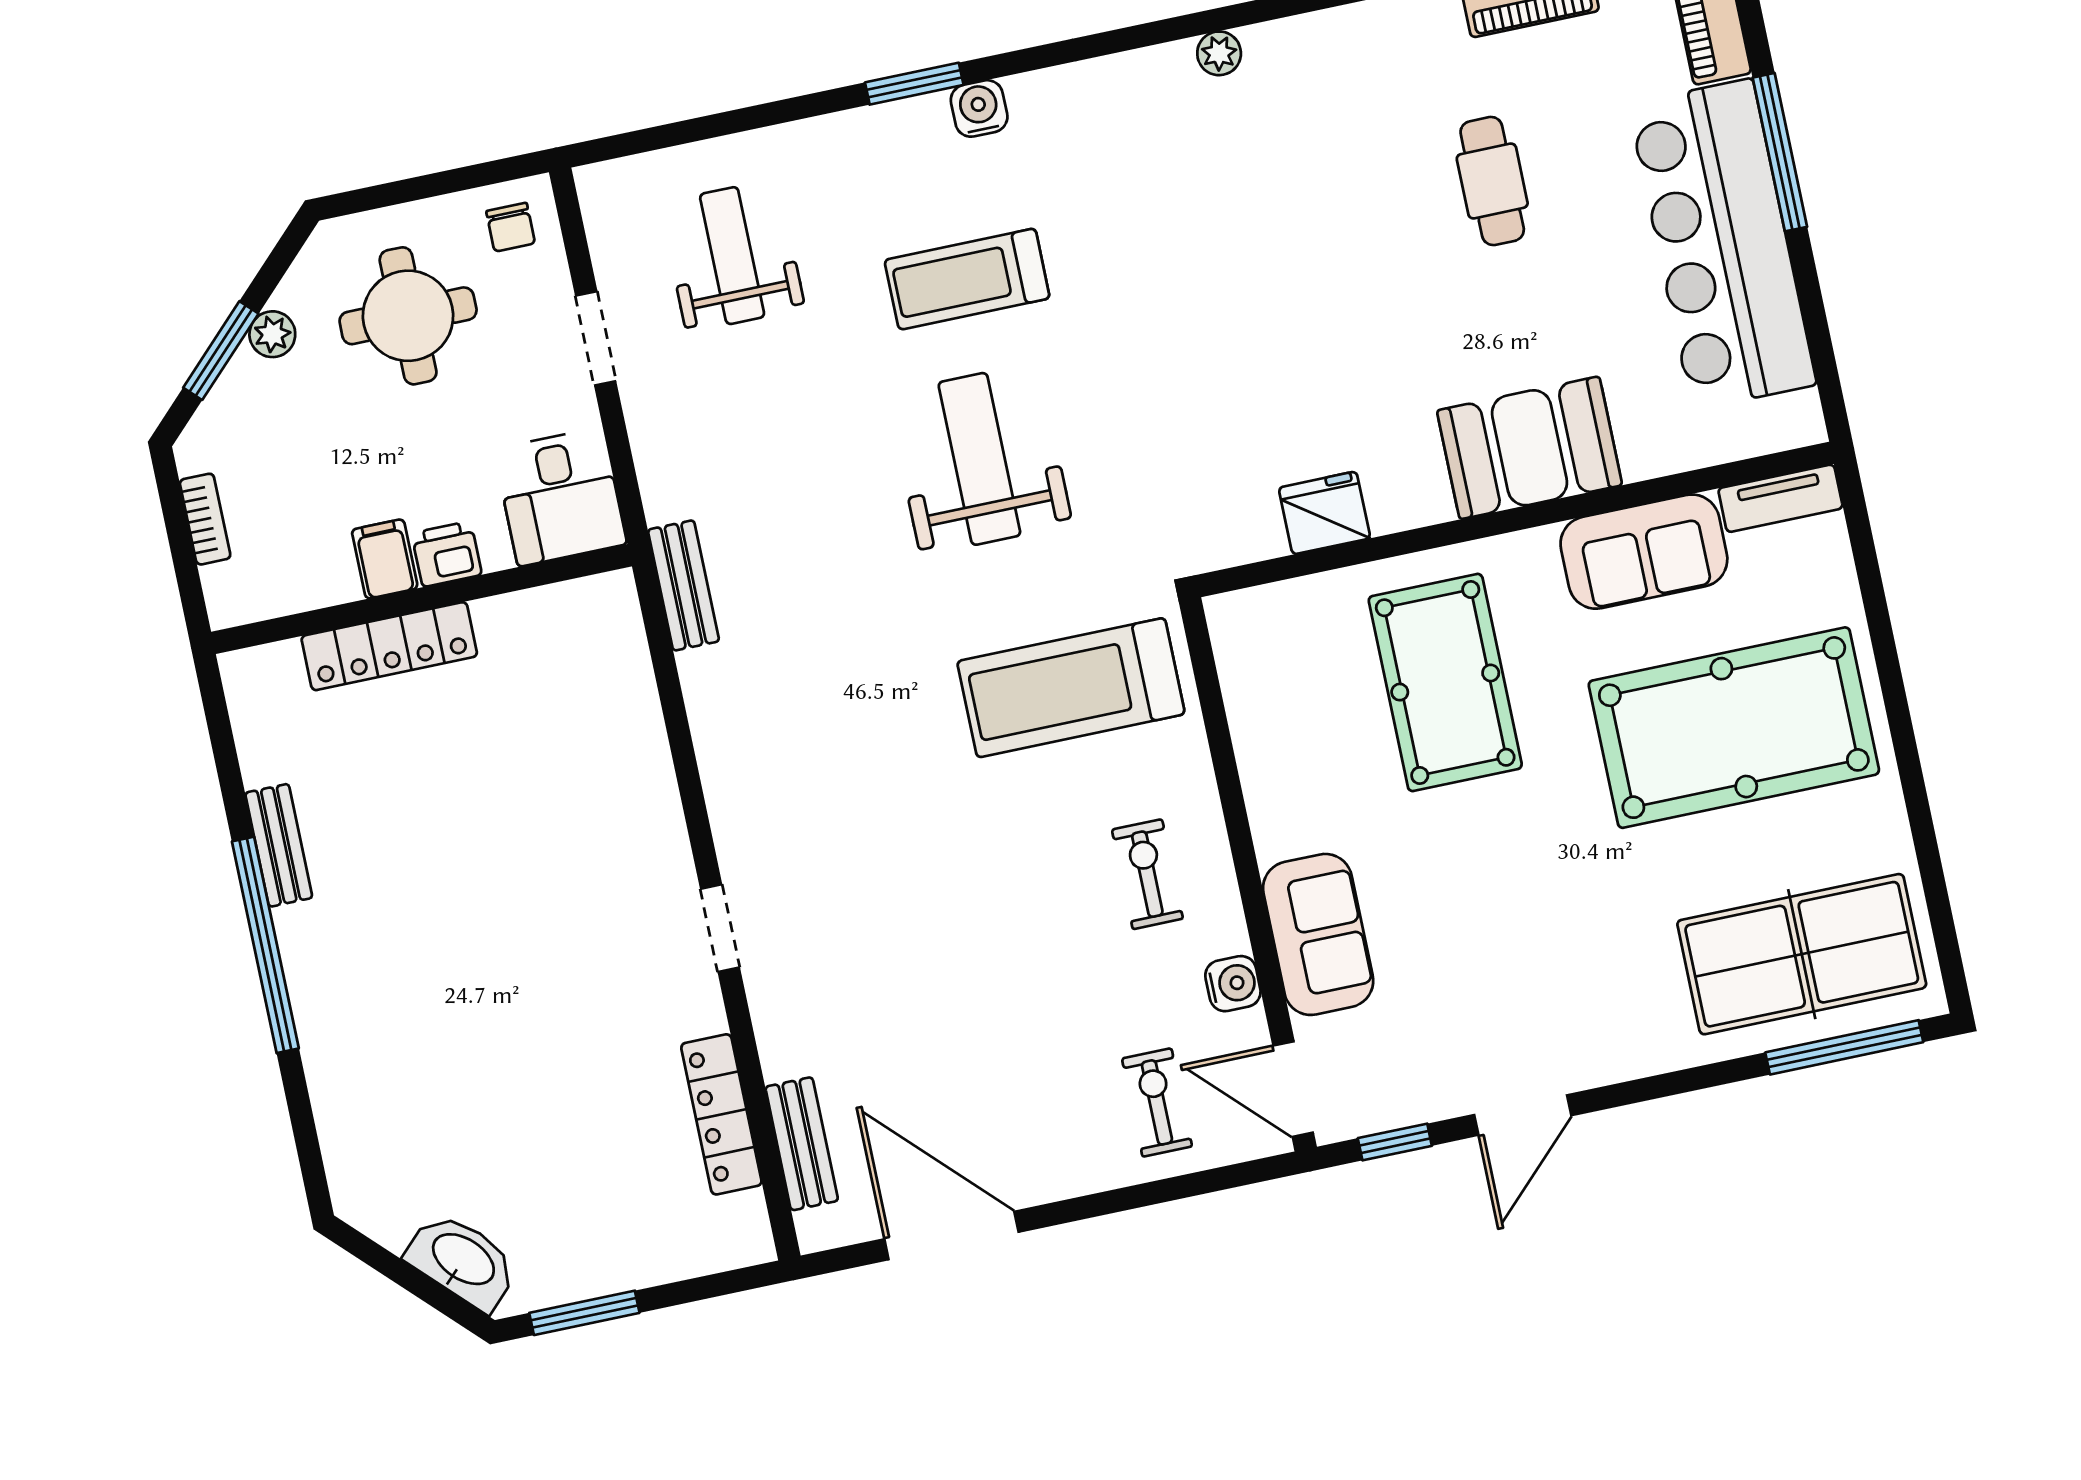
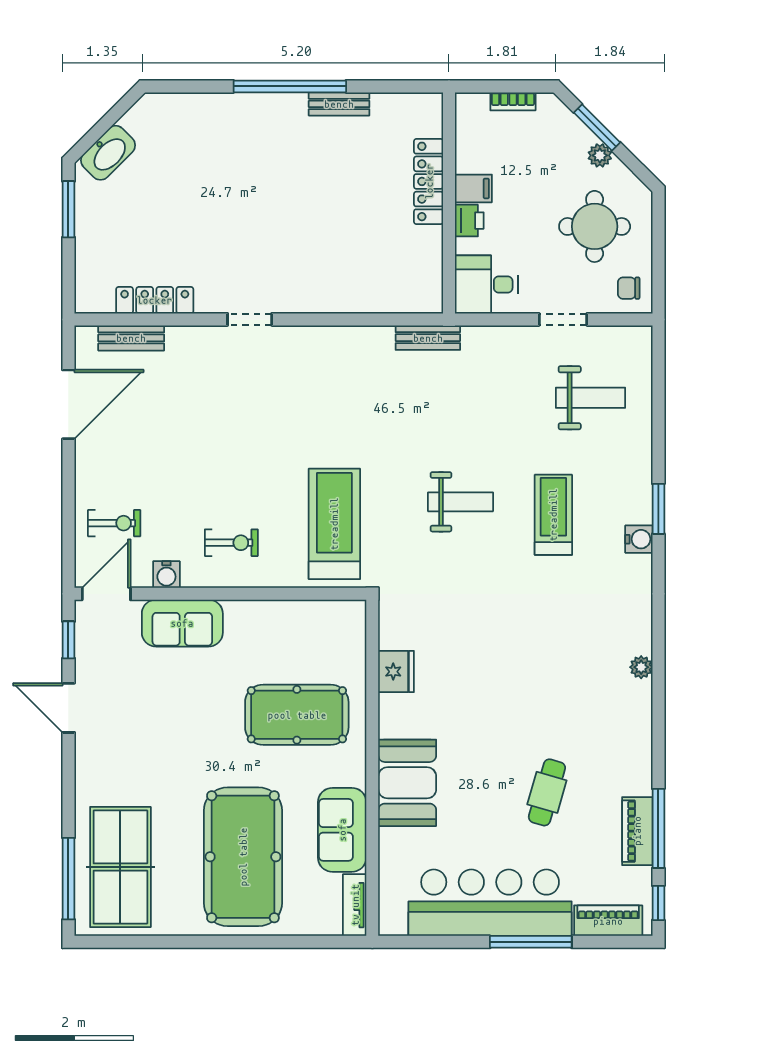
cafe table: (1492, 181) -> (547, 792), turned -74
weight bench: (979, 459) -> (461, 502), width x0.73, depth x0.75

